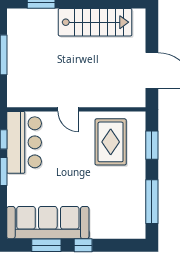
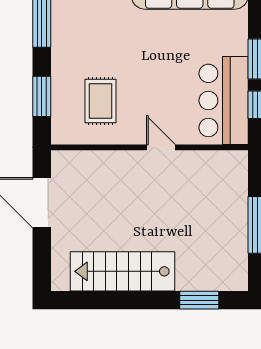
rug: (111, 142) -> (100, 101), width x0.73, depth x0.70

